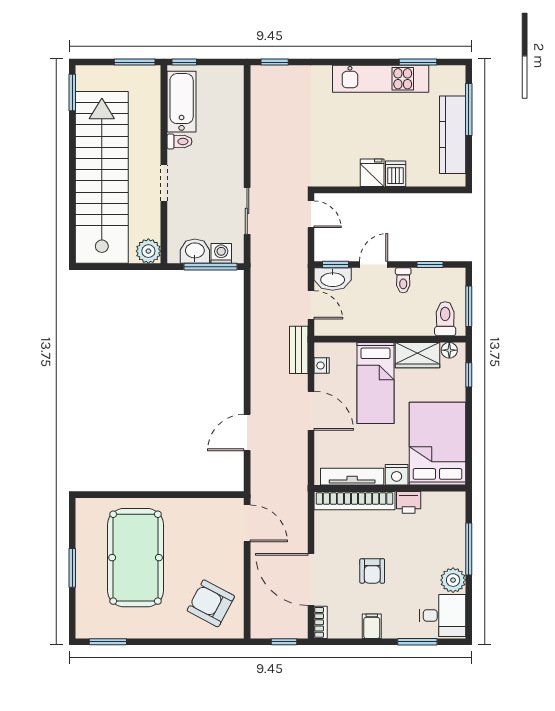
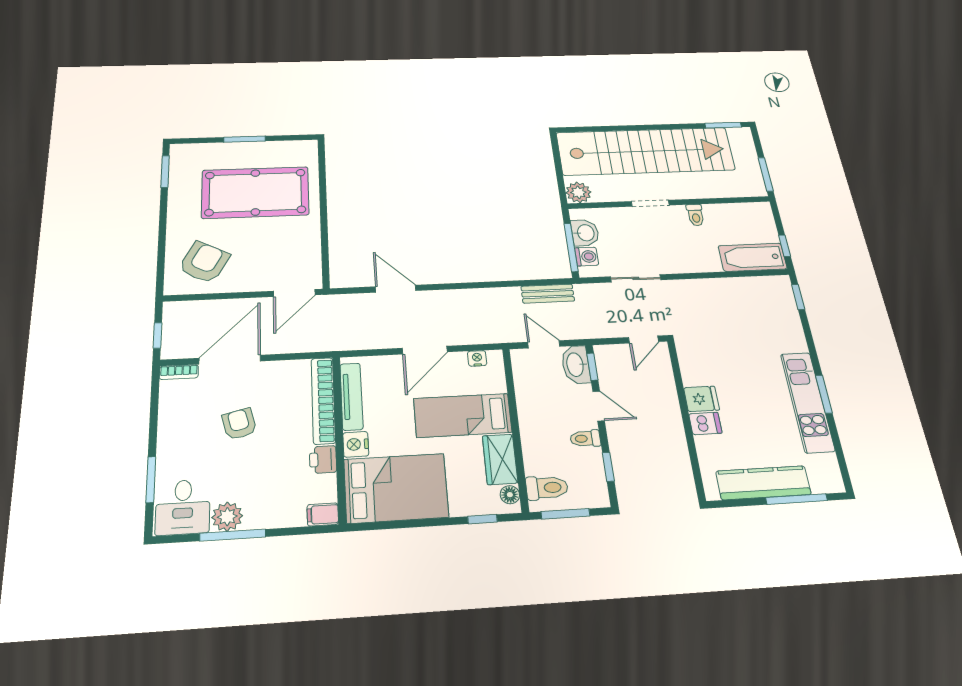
window: (184, 62) -> (785, 246), moved
window: (418, 62) -> (824, 394), moved
bathtub: (182, 102) -> (753, 257), moved, turned 180
door: (311, 305) -> (544, 344), swing flipped
bench: (299, 350) -> (548, 294), moved
window: (469, 549) -> (233, 535), moved
armchair: (372, 571) -> (239, 424), turned 76
filing cabinet: (372, 626) -> (323, 514), moved, turned 180

